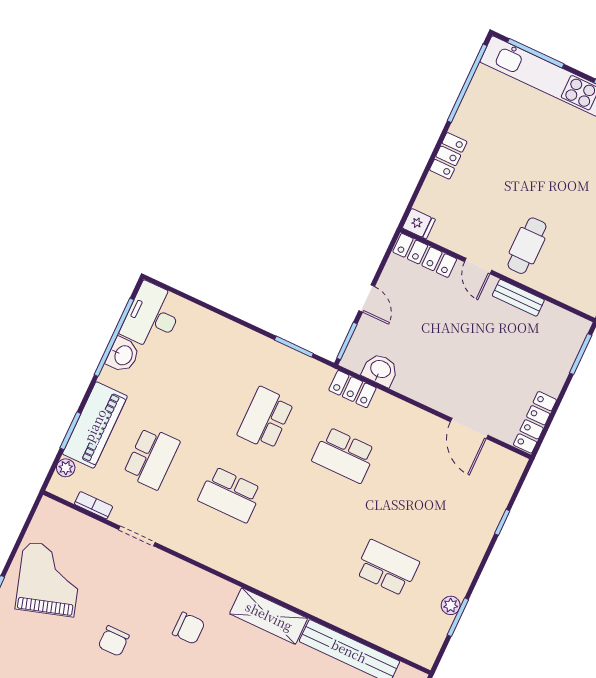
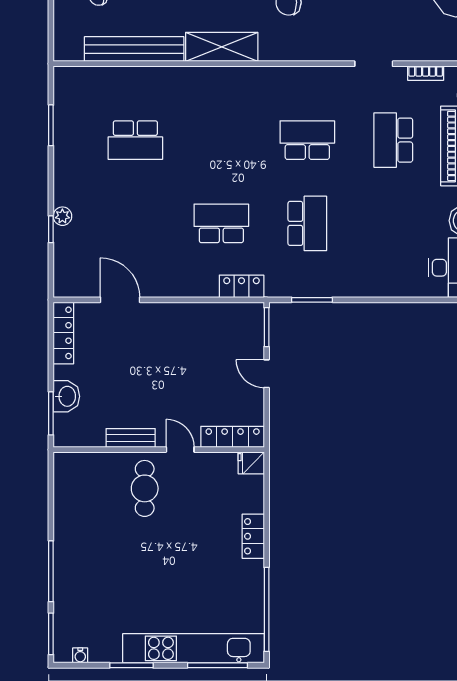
washbasin: (380, 370) -> (66, 396), moved, turned -90
plant: (451, 605) -> (62, 216), moved

